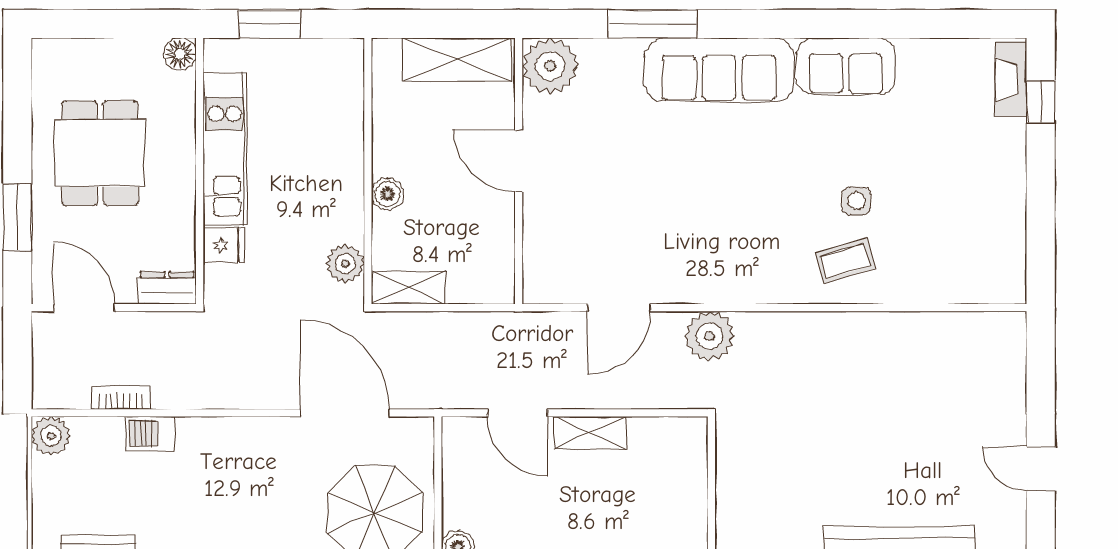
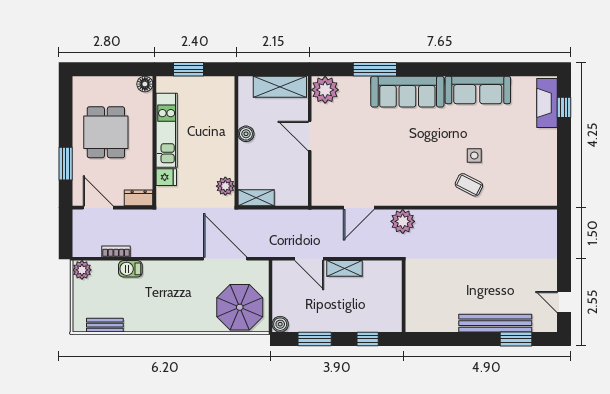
sofa: (846, 66) -> (478, 90), width x1.36
fireplace: (1011, 79) -> (547, 103), width x1.37, depth x1.32
boiler: (388, 194) -> (246, 134), moved
coffee table: (845, 261) -> (469, 185), turned 43
door: (1041, 469) -> (564, 302), moved

